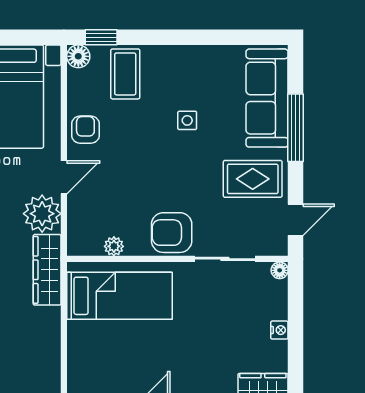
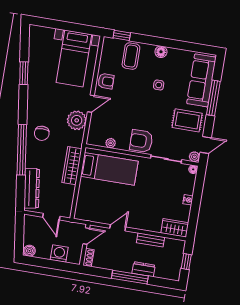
floor lamp: (78, 56) -> (161, 52), moved
armchair: (85, 130) -> (106, 81), turned 90
plant: (278, 246) -> (194, 157), added
wardrobe: (47, 270) -> (72, 166), moved

